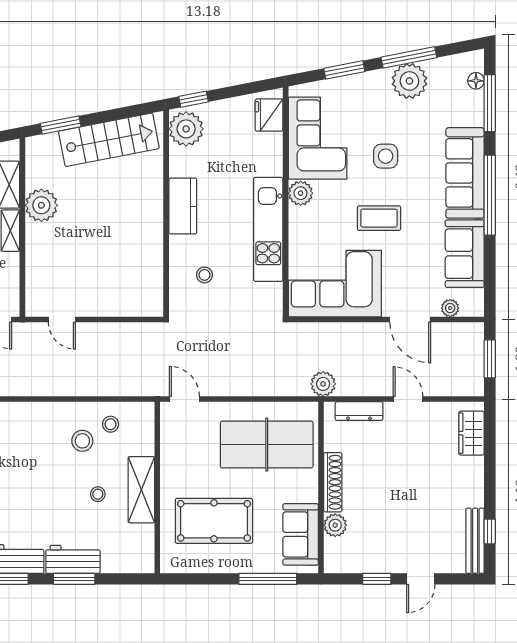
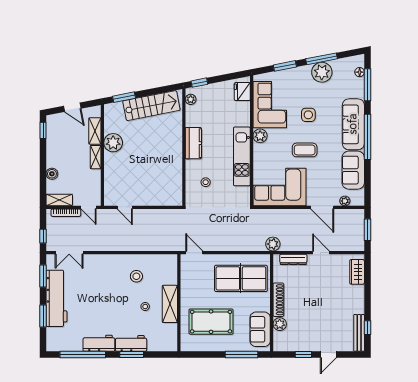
plant: (186, 129) -> (191, 99), width x0.53, depth x0.53
stool: (111, 424) -> (152, 267), removed

